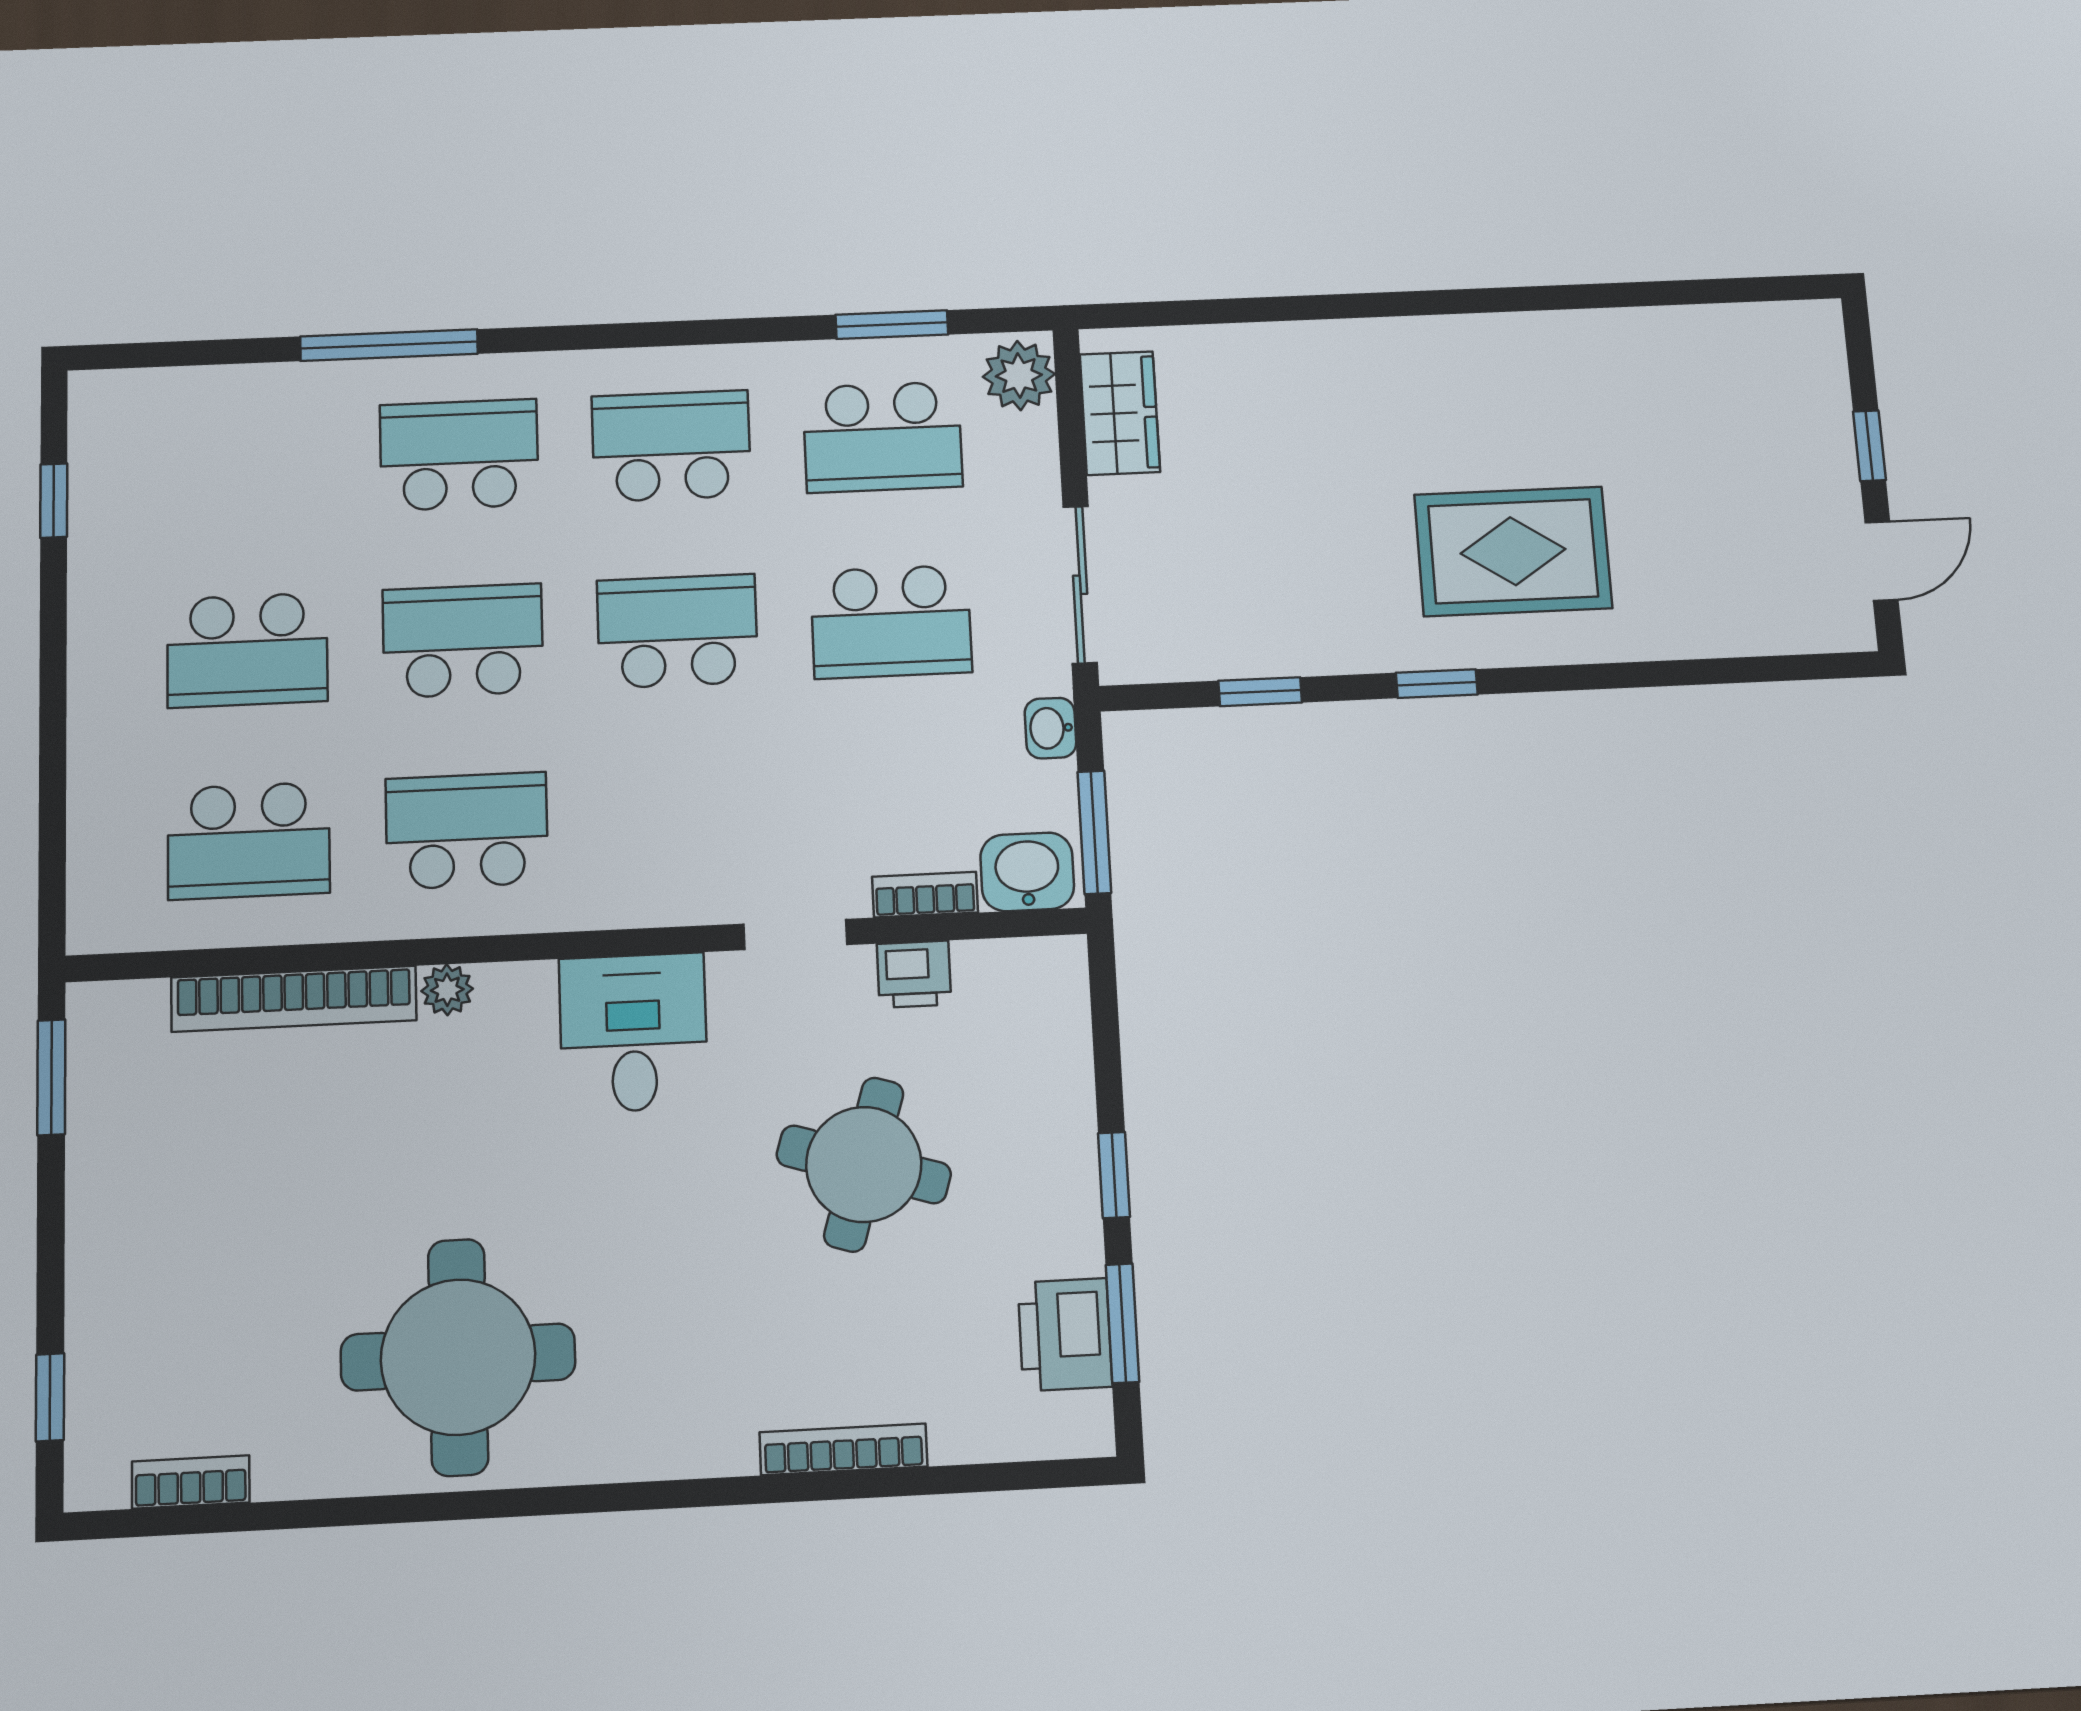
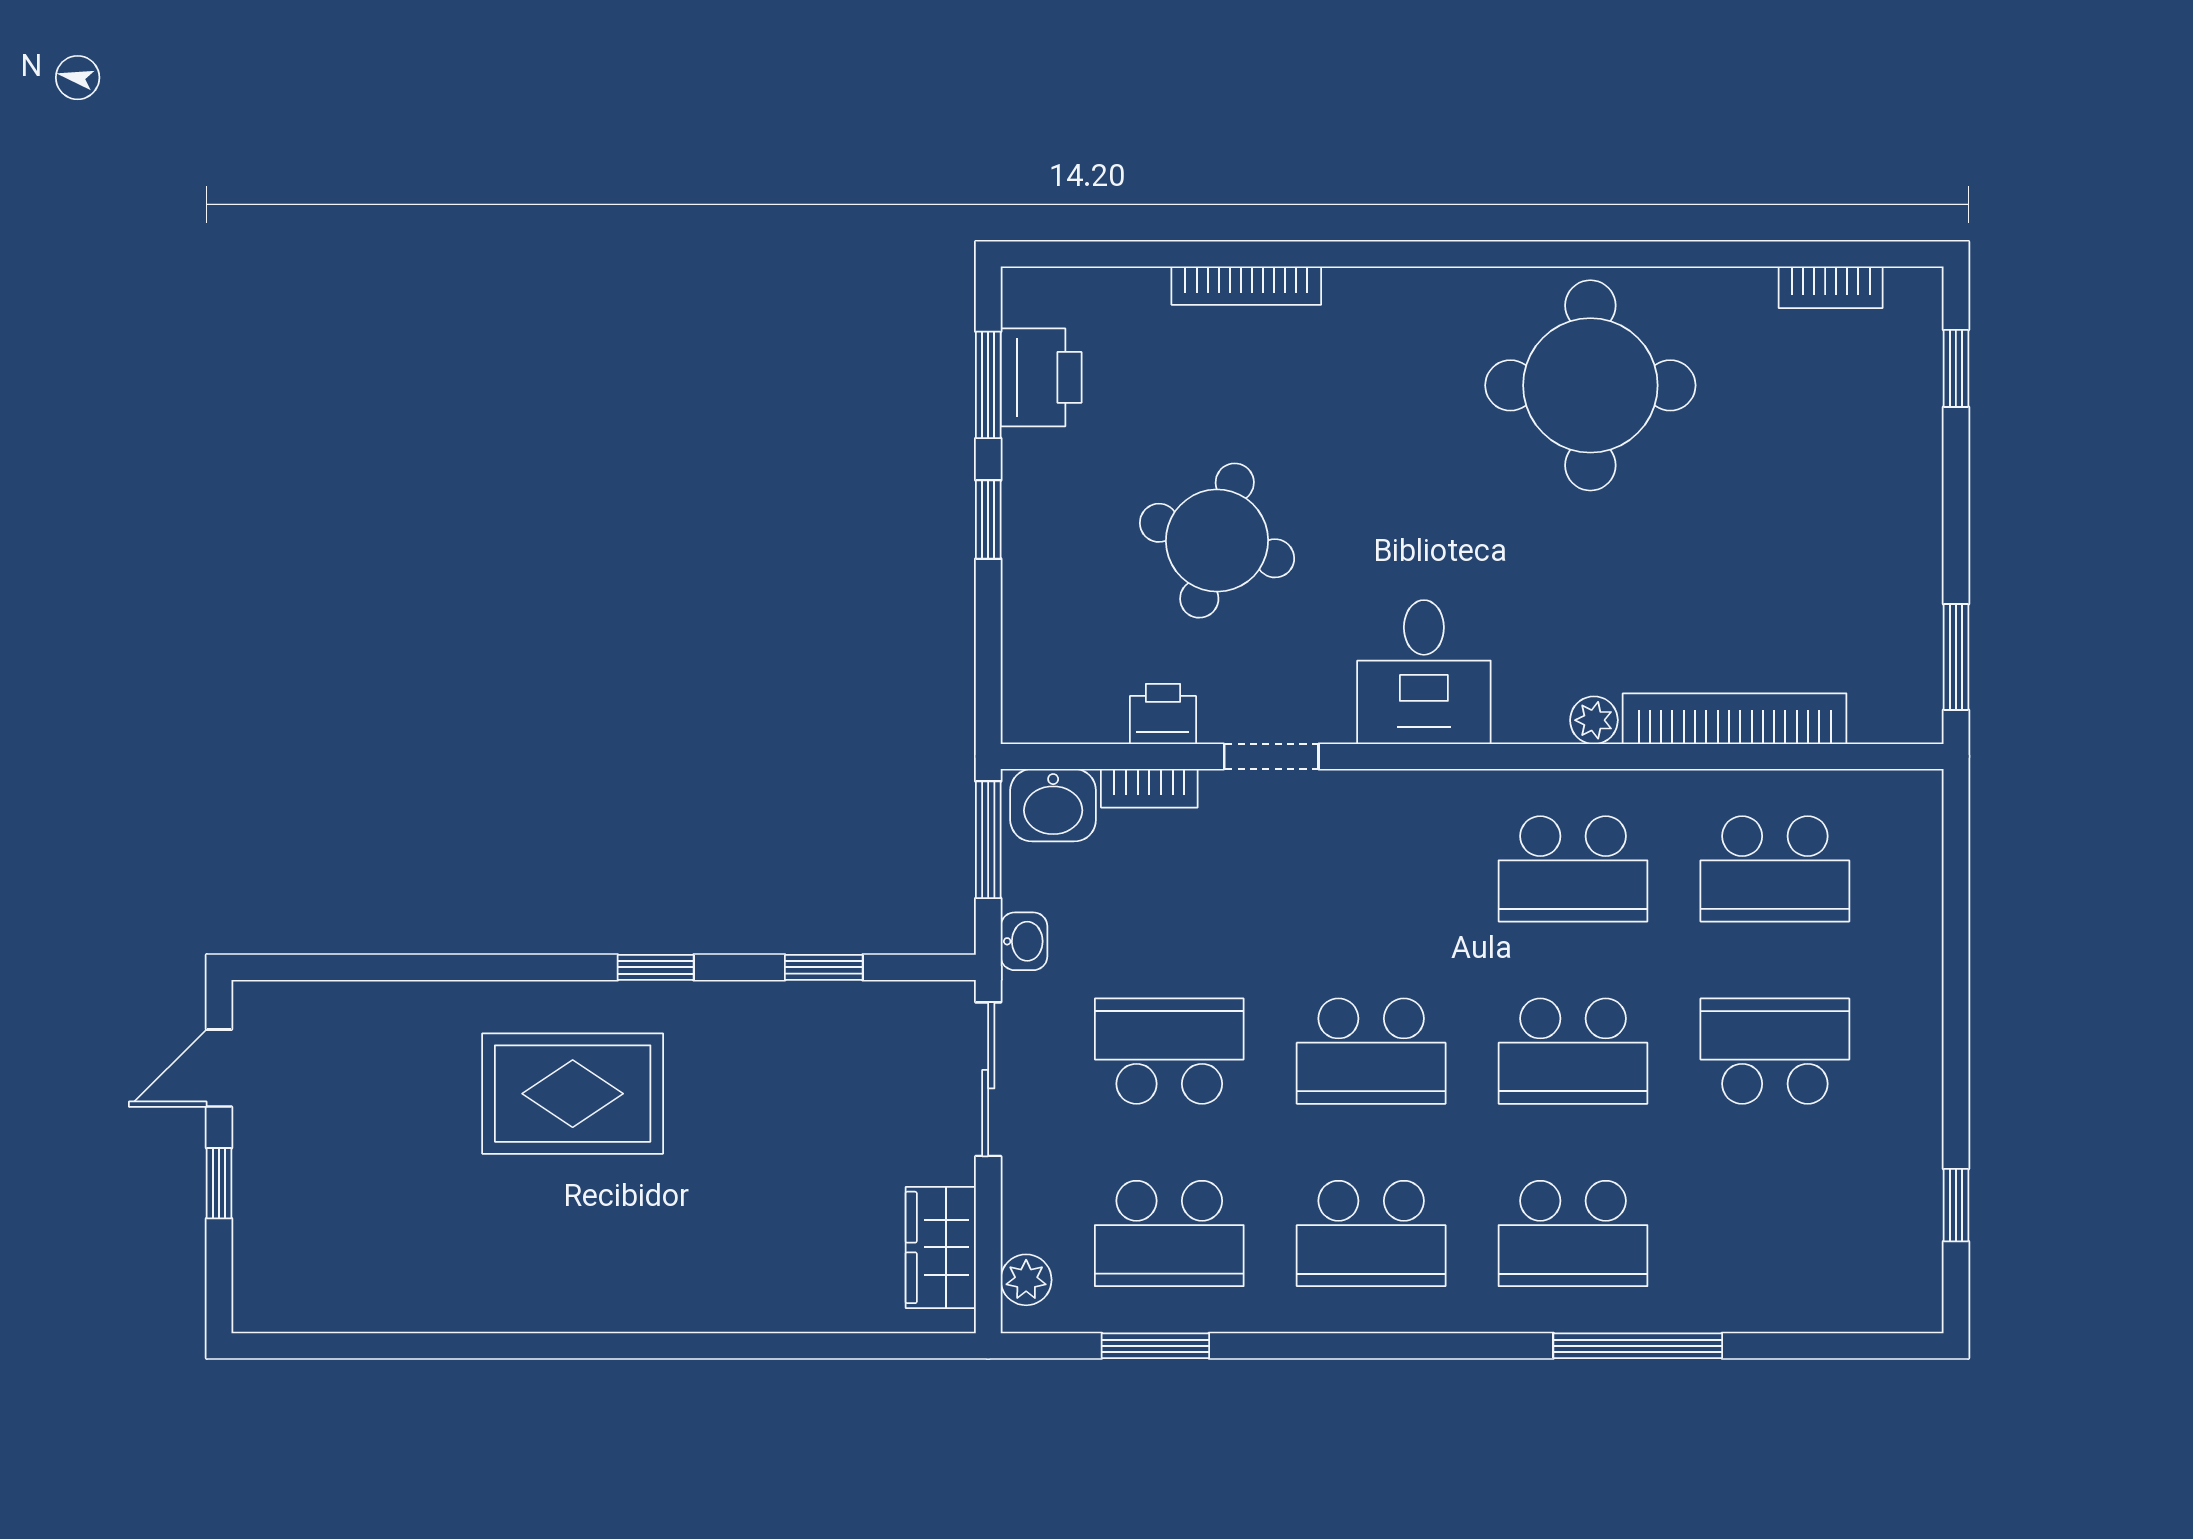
plant: (1019, 375) -> (1026, 1280), width x0.73, depth x0.73
school desk: (883, 437) -> (1169, 1233), turned 180
school desk: (249, 841) -> (1775, 869), turned 180

